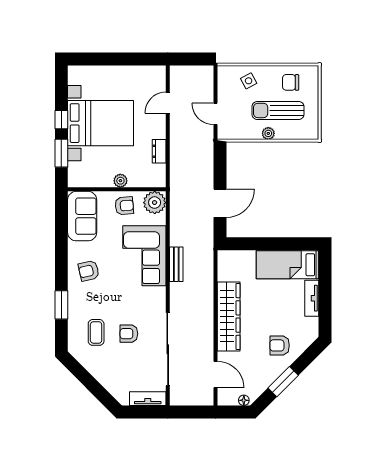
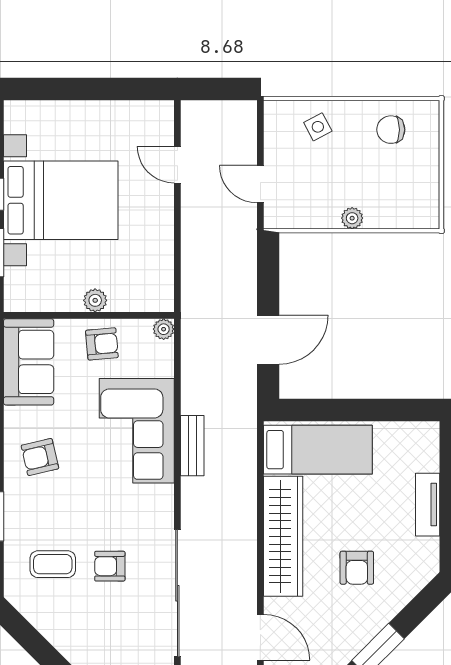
door: (168, 103) -> (177, 165), hinge flipped
sun lounger: (278, 110) -> (369, 178), removed
dresser: (159, 151) -> (162, 249), removed
plant: (155, 203) -> (164, 329), width x0.53, depth x0.53
bed: (287, 265) -> (318, 450), moved, turned 180
coffee table: (96, 332) -> (53, 564), turned 90
armchair: (280, 345) -> (357, 568), moved, turned -90

